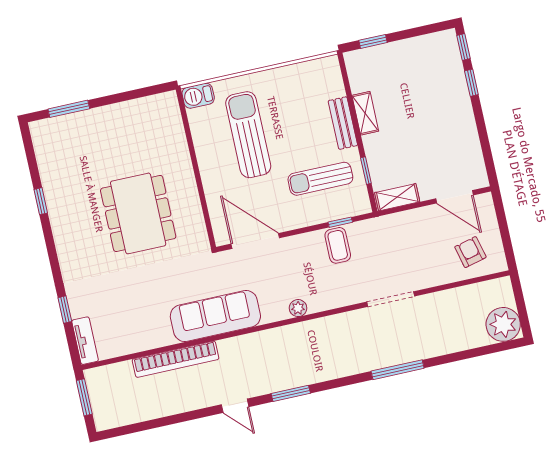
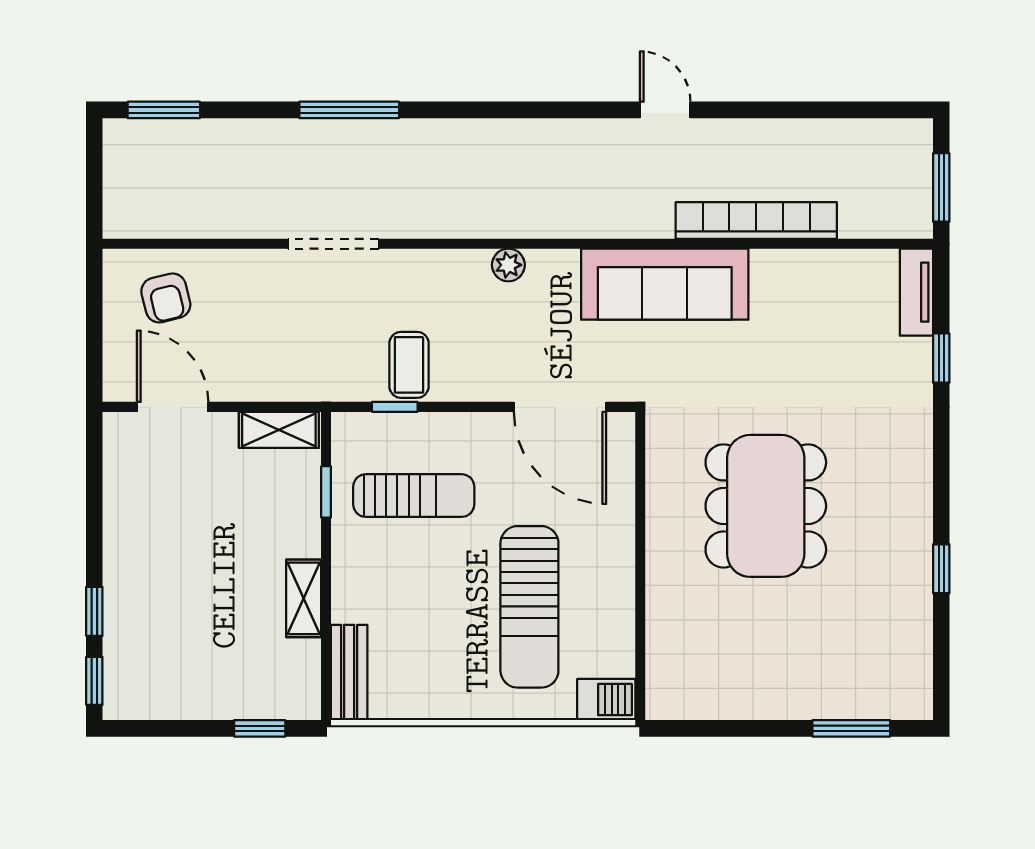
bench: (343, 123) -> (349, 672), moved
plant: (503, 324) -> (135, 150), removed
window: (291, 393) -> (164, 110), moved

